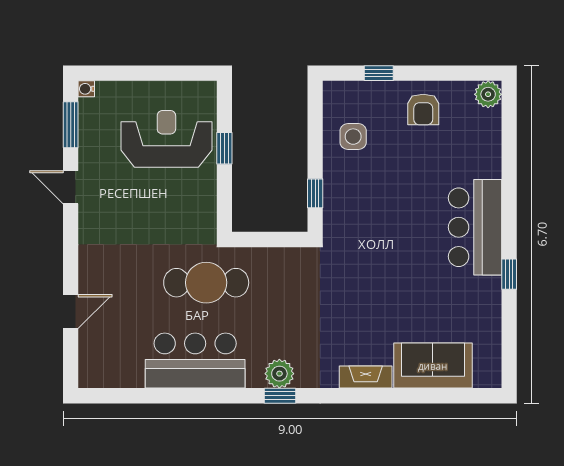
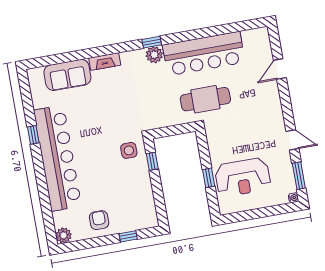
side table: (353, 137) -> (129, 150), moved
bar counter: (475, 227) -> (57, 158), width x1.86
bar counter: (195, 361) -> (204, 54), width x1.36

